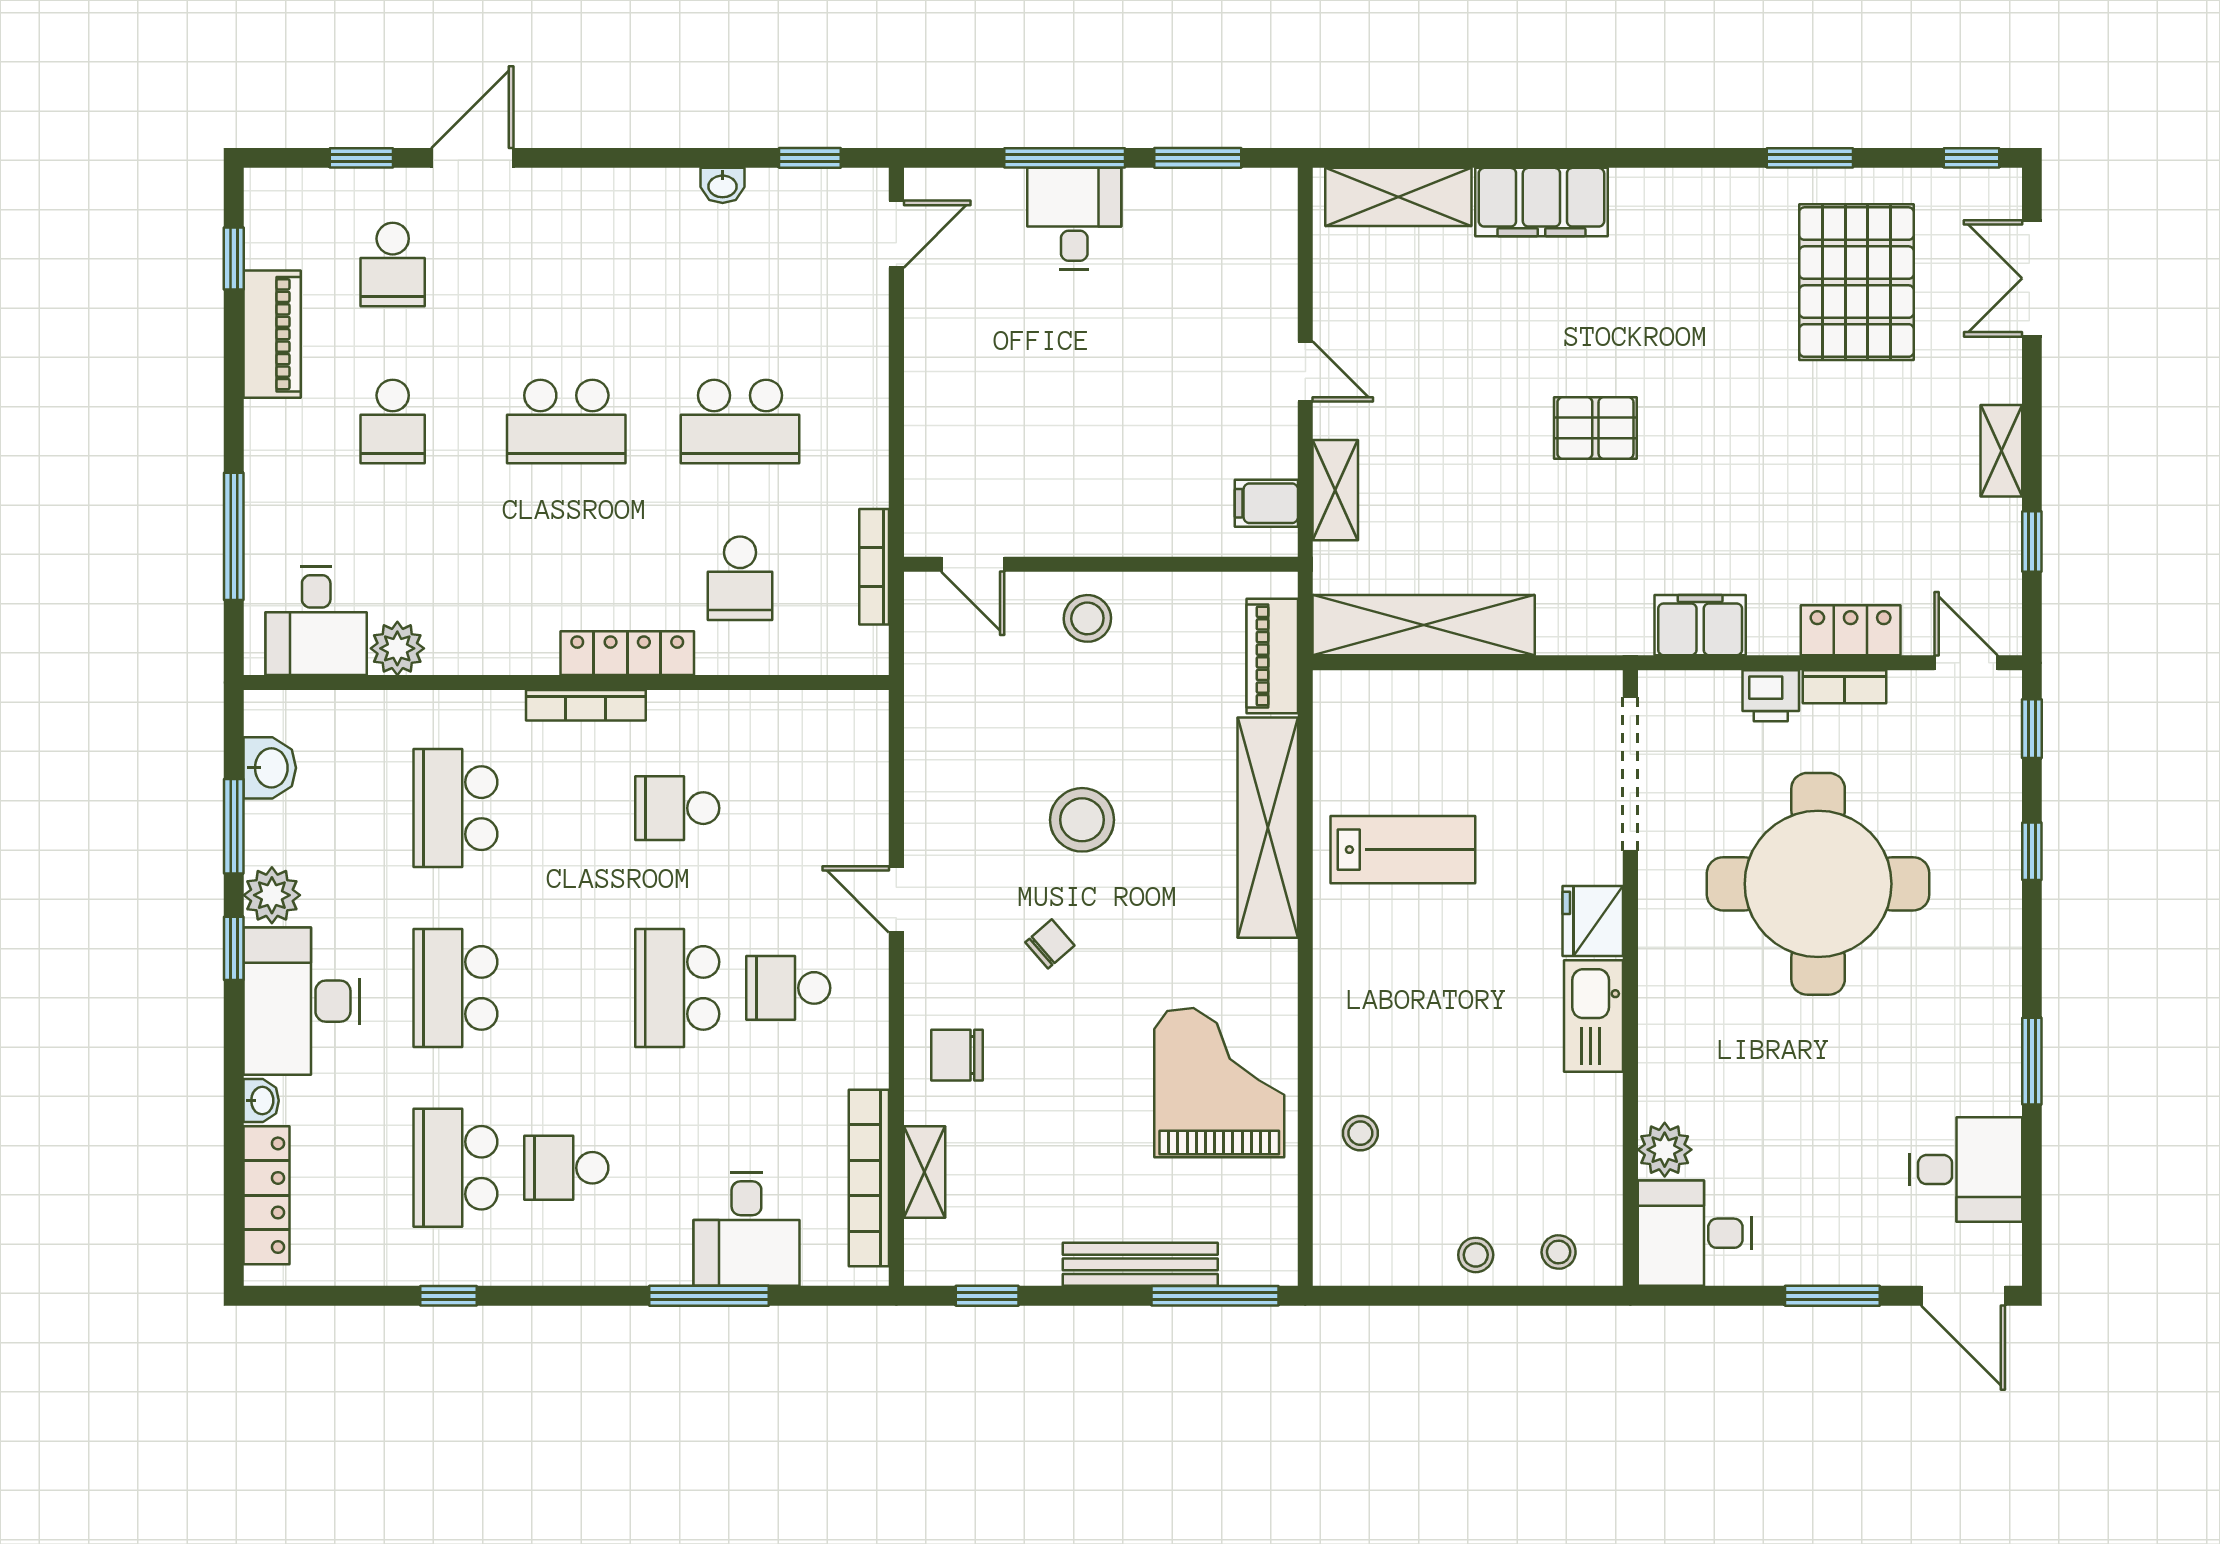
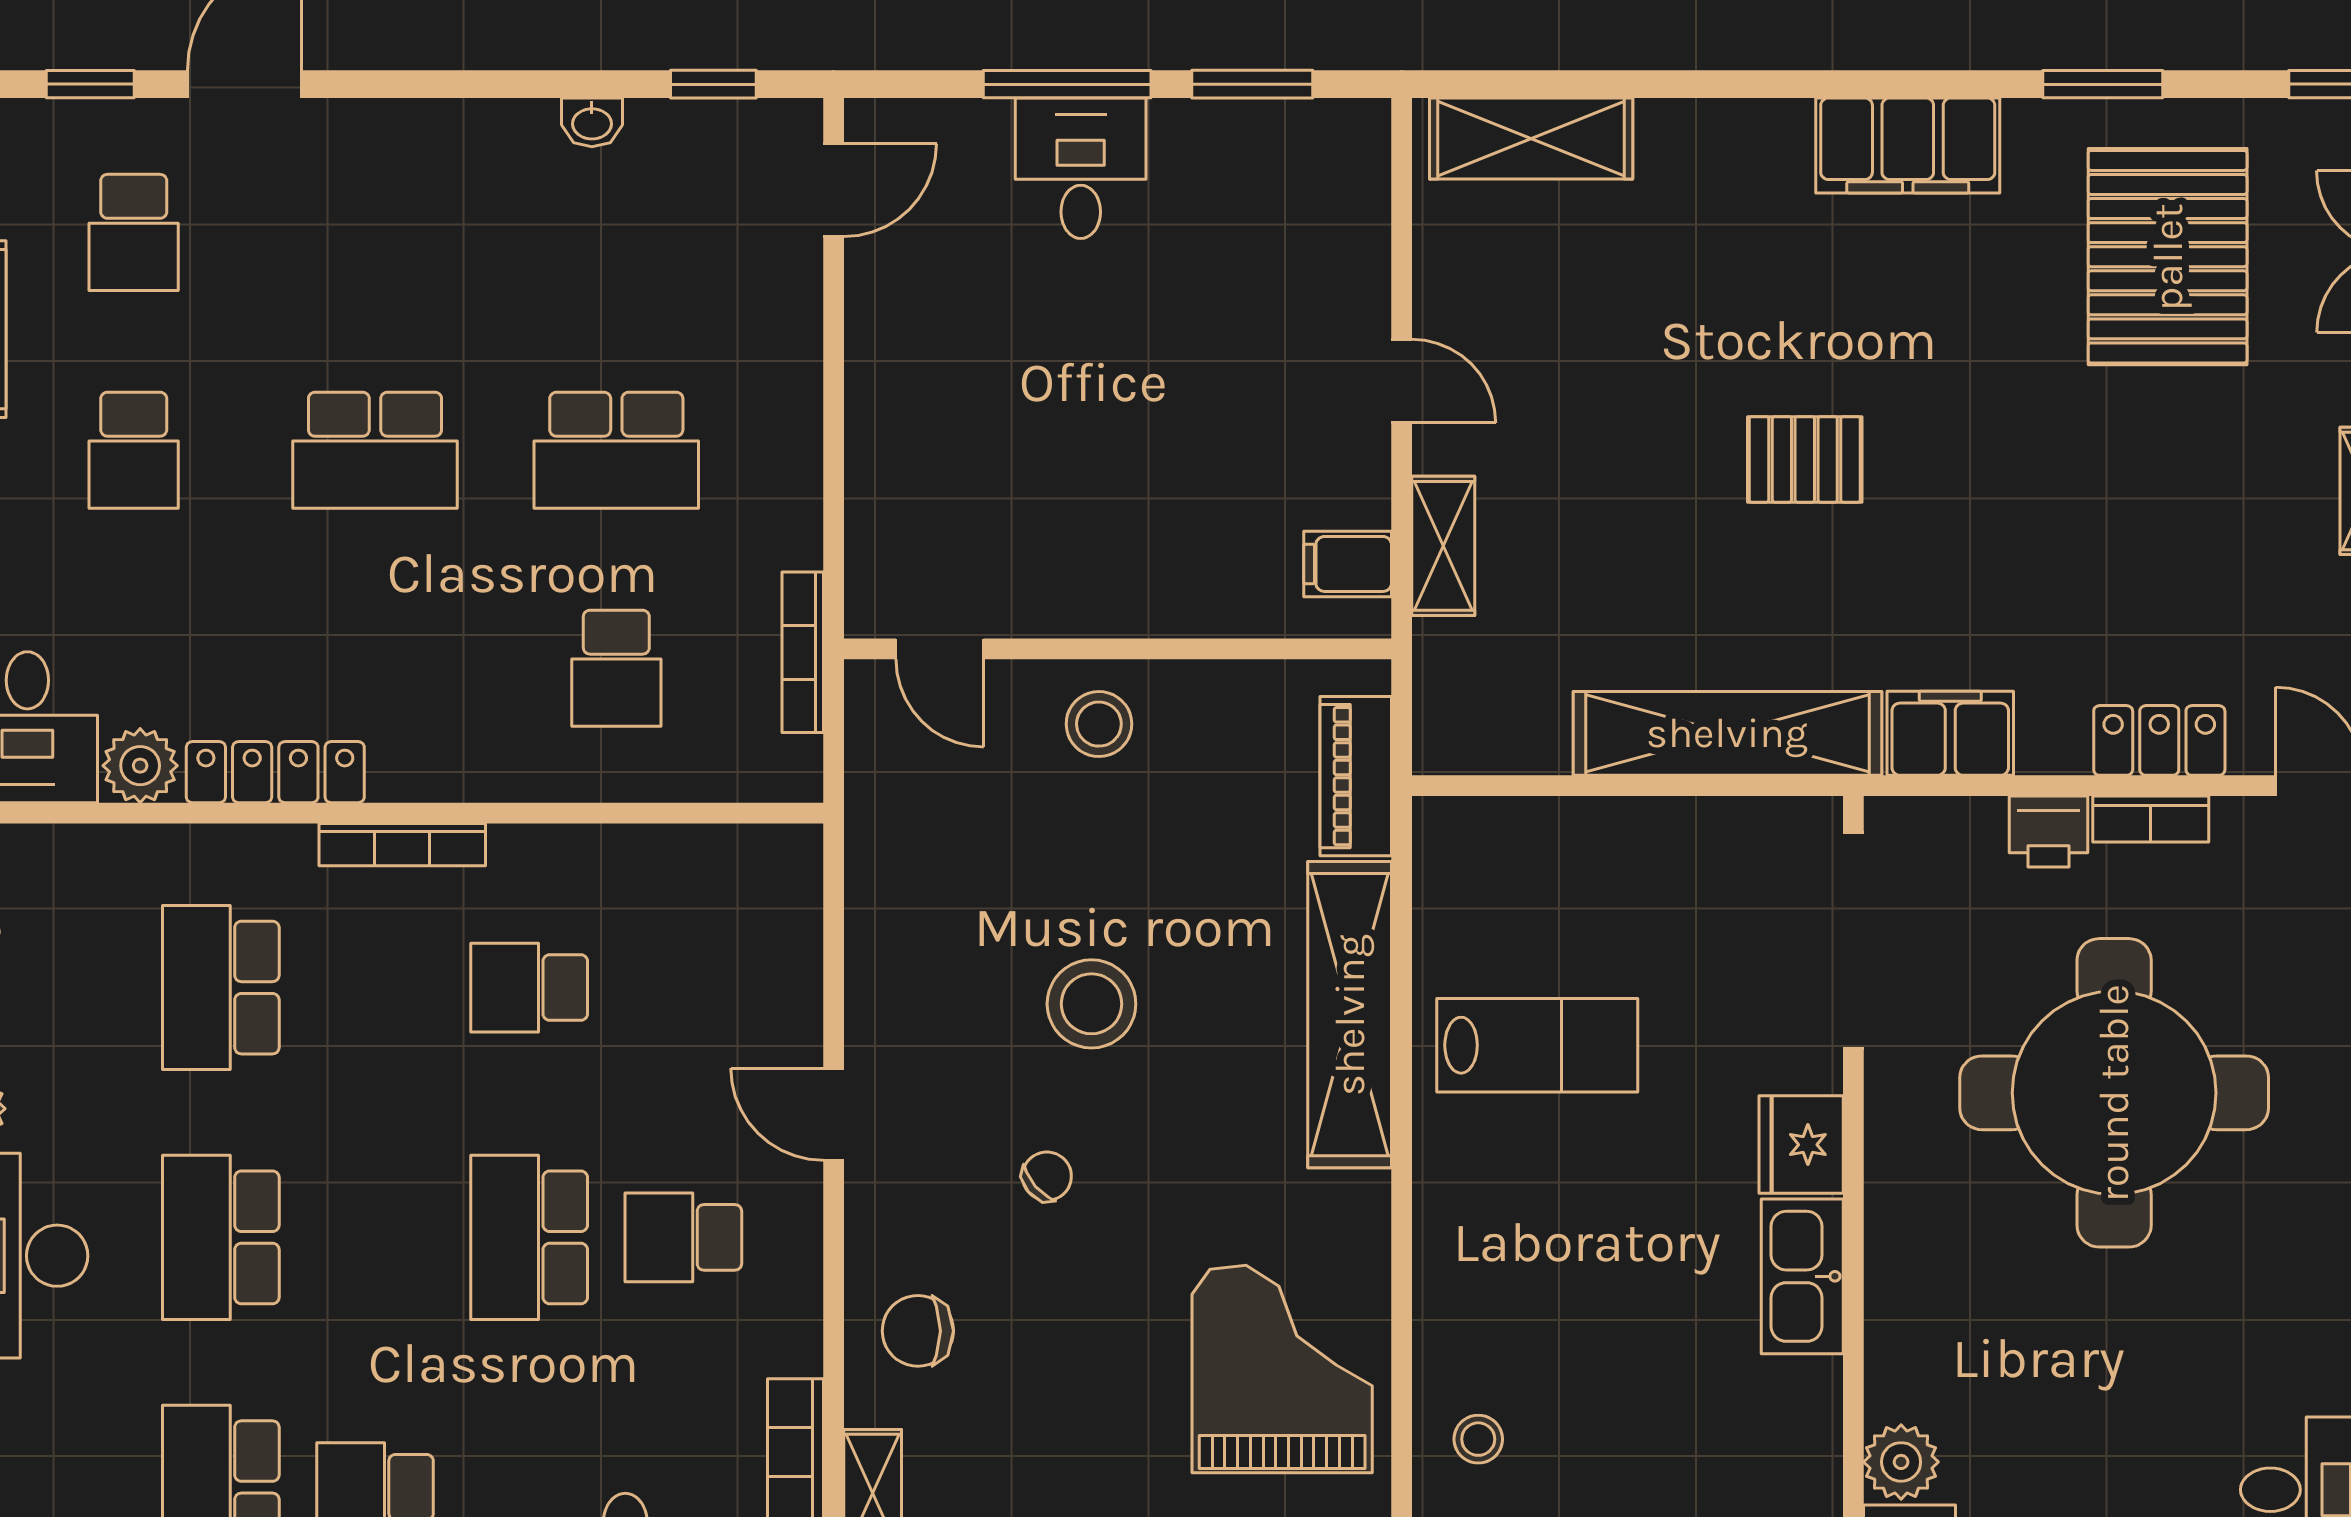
filing cabinet: (1541, 202) -> (1908, 145), moved
shelving: (1424, 625) -> (1727, 733), moved
locker: (627, 653) -> (275, 772), moved

